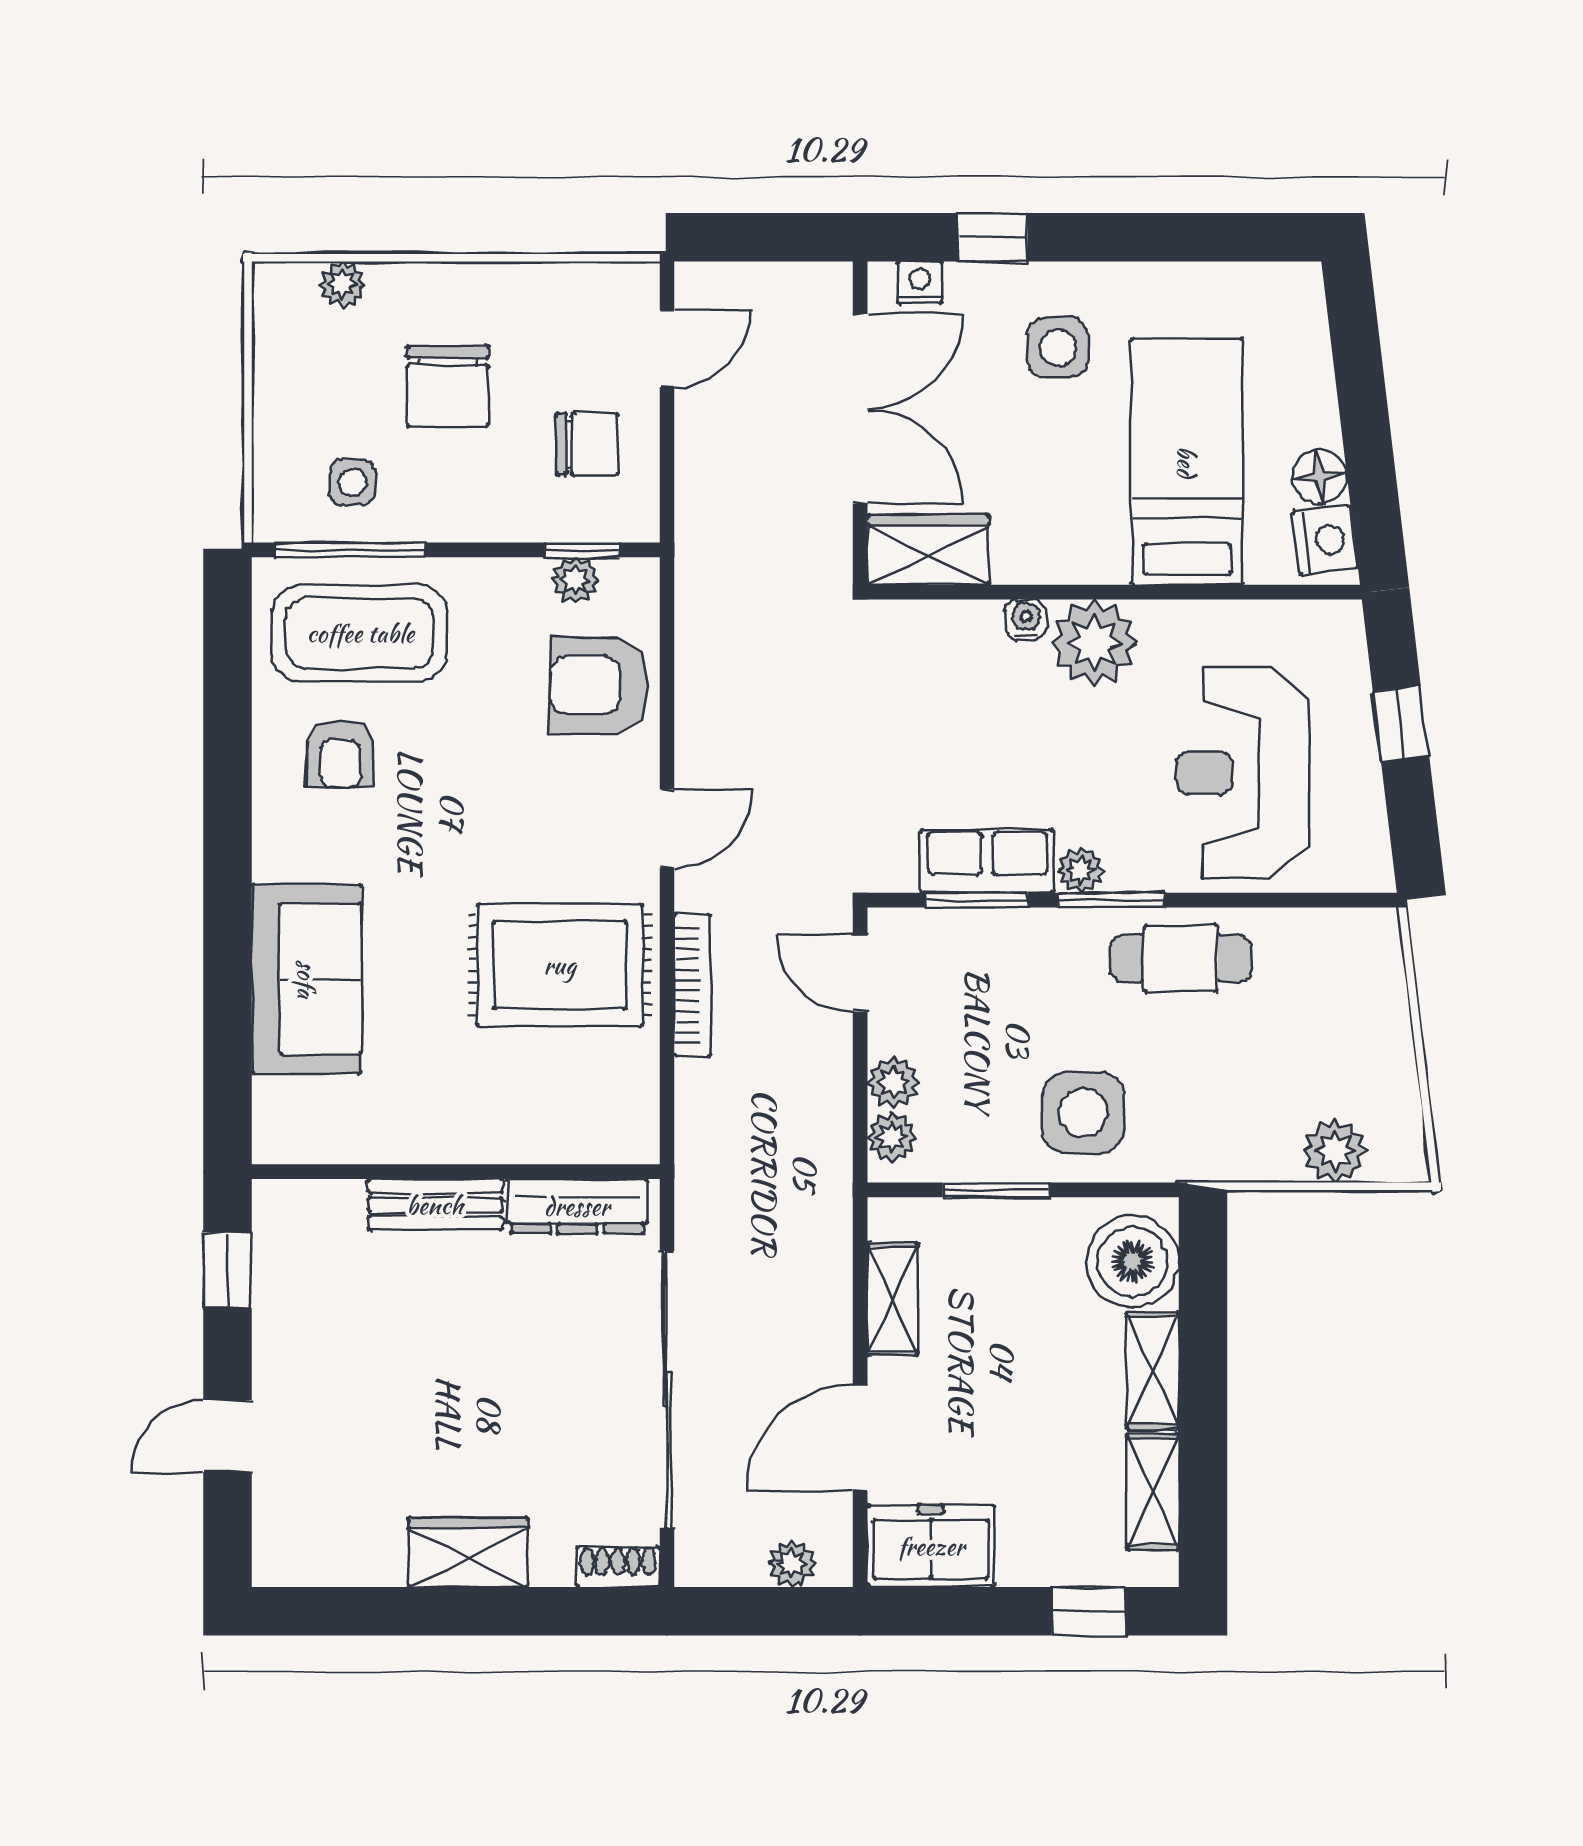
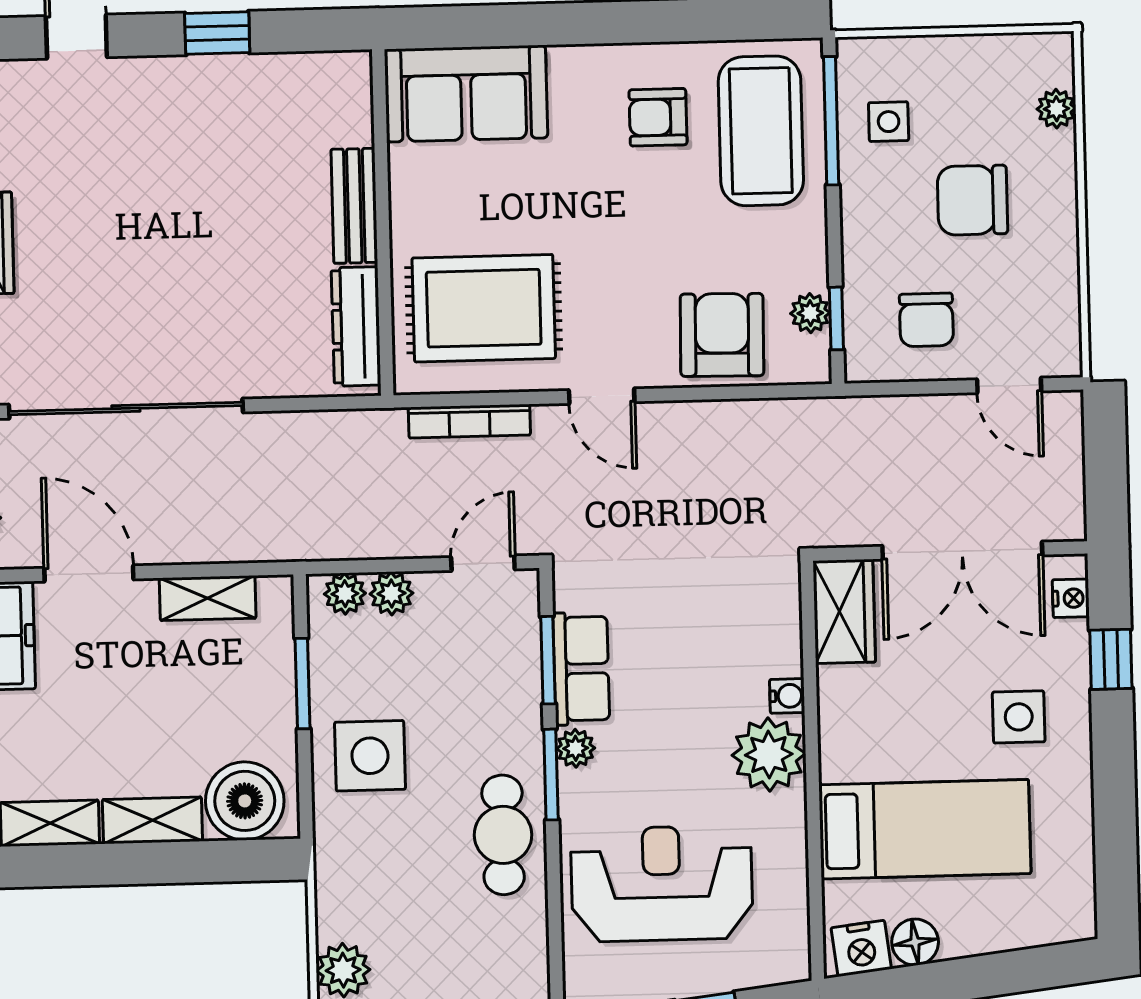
rug: (560, 965) -> (484, 308), turned 90
wall: (456, 1172) -> (383, 222), moved
bench: (435, 1205) -> (354, 206), moved
dresser: (577, 1206) -> (356, 326), moved

